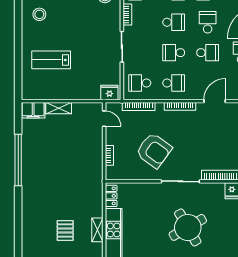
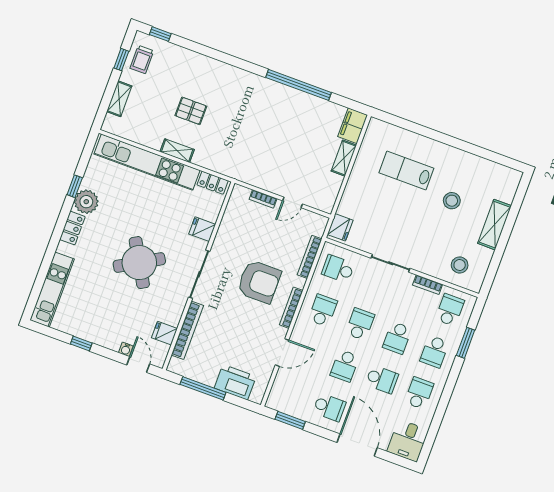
stool: (39, 14) -> (452, 201), moved
lab bench: (51, 60) -> (406, 171), turned -90
school desk: (140, 83) -> (338, 269), turned -90
school desk: (174, 83) -> (323, 310), turned 180
door: (215, 101) -> (282, 352), hinge flipped
door: (104, 119) -> (293, 202), moved
armchair: (154, 150) -> (259, 282), moved, turned -126
fridge: (147, 191) -> (202, 229), added

